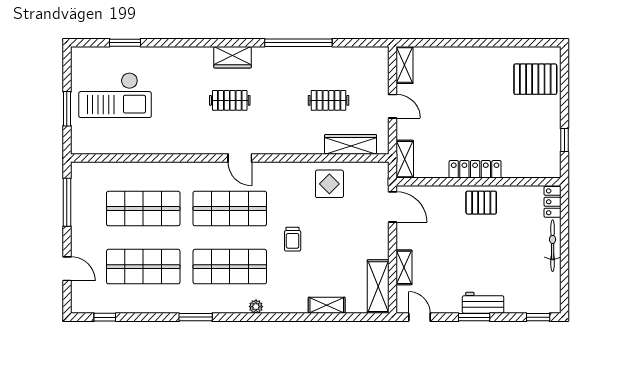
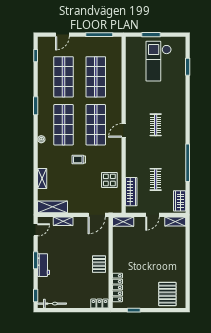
wardrobe: (233, 57) -> (180, 201), moved
locker: (475, 169) -> (117, 287), moved
bicycle: (553, 246) -> (52, 304), moved

